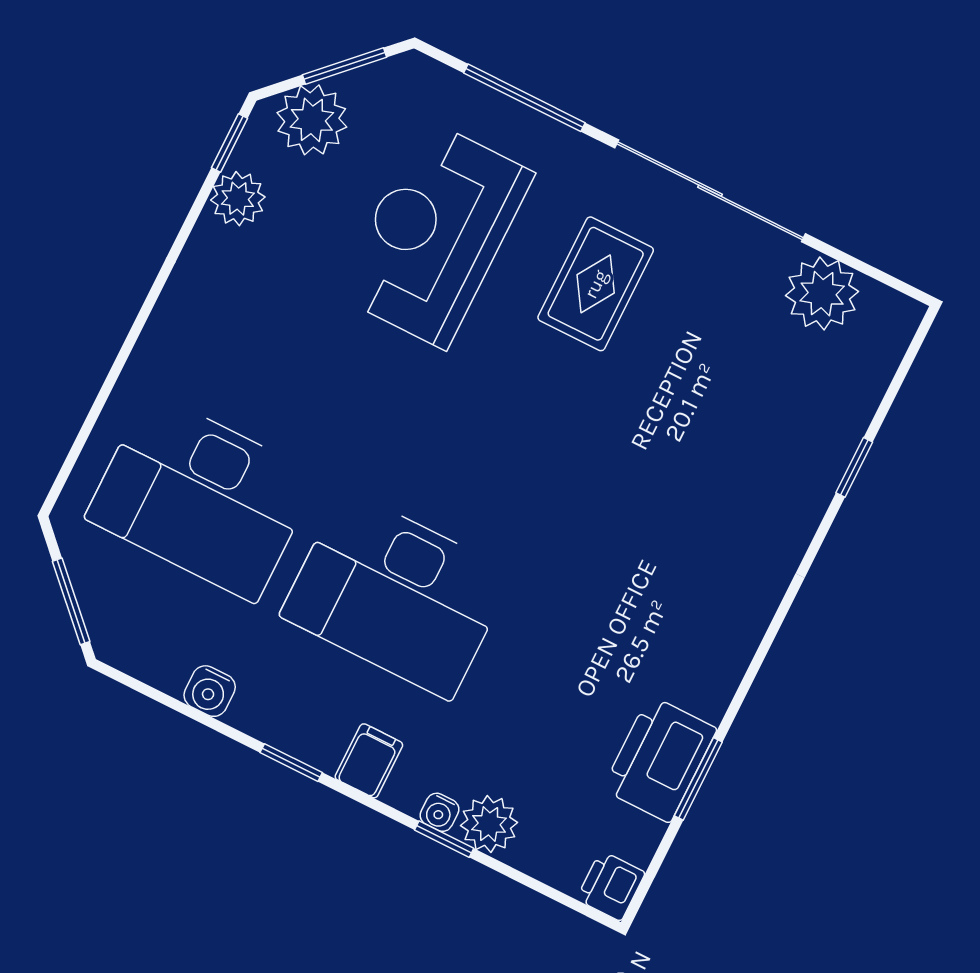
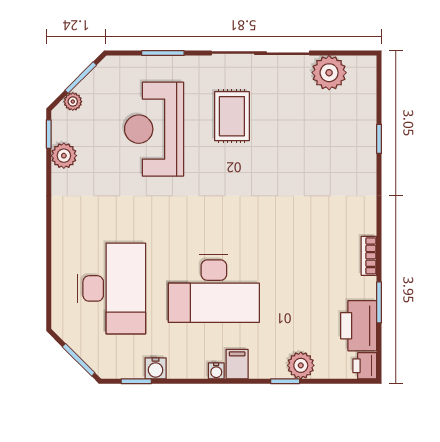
window: (524, 98) -> (163, 53), width x0.69
plant: (312, 120) -> (73, 102), width x0.53, depth x0.53
desk: (202, 497) -> (112, 288), turned -90
bookcase: (723, 680) -> (369, 256), added
printer: (660, 759) -> (359, 326), moved
window: (291, 763) -> (136, 381), moved
water cooler: (439, 812) -> (216, 371), moved

